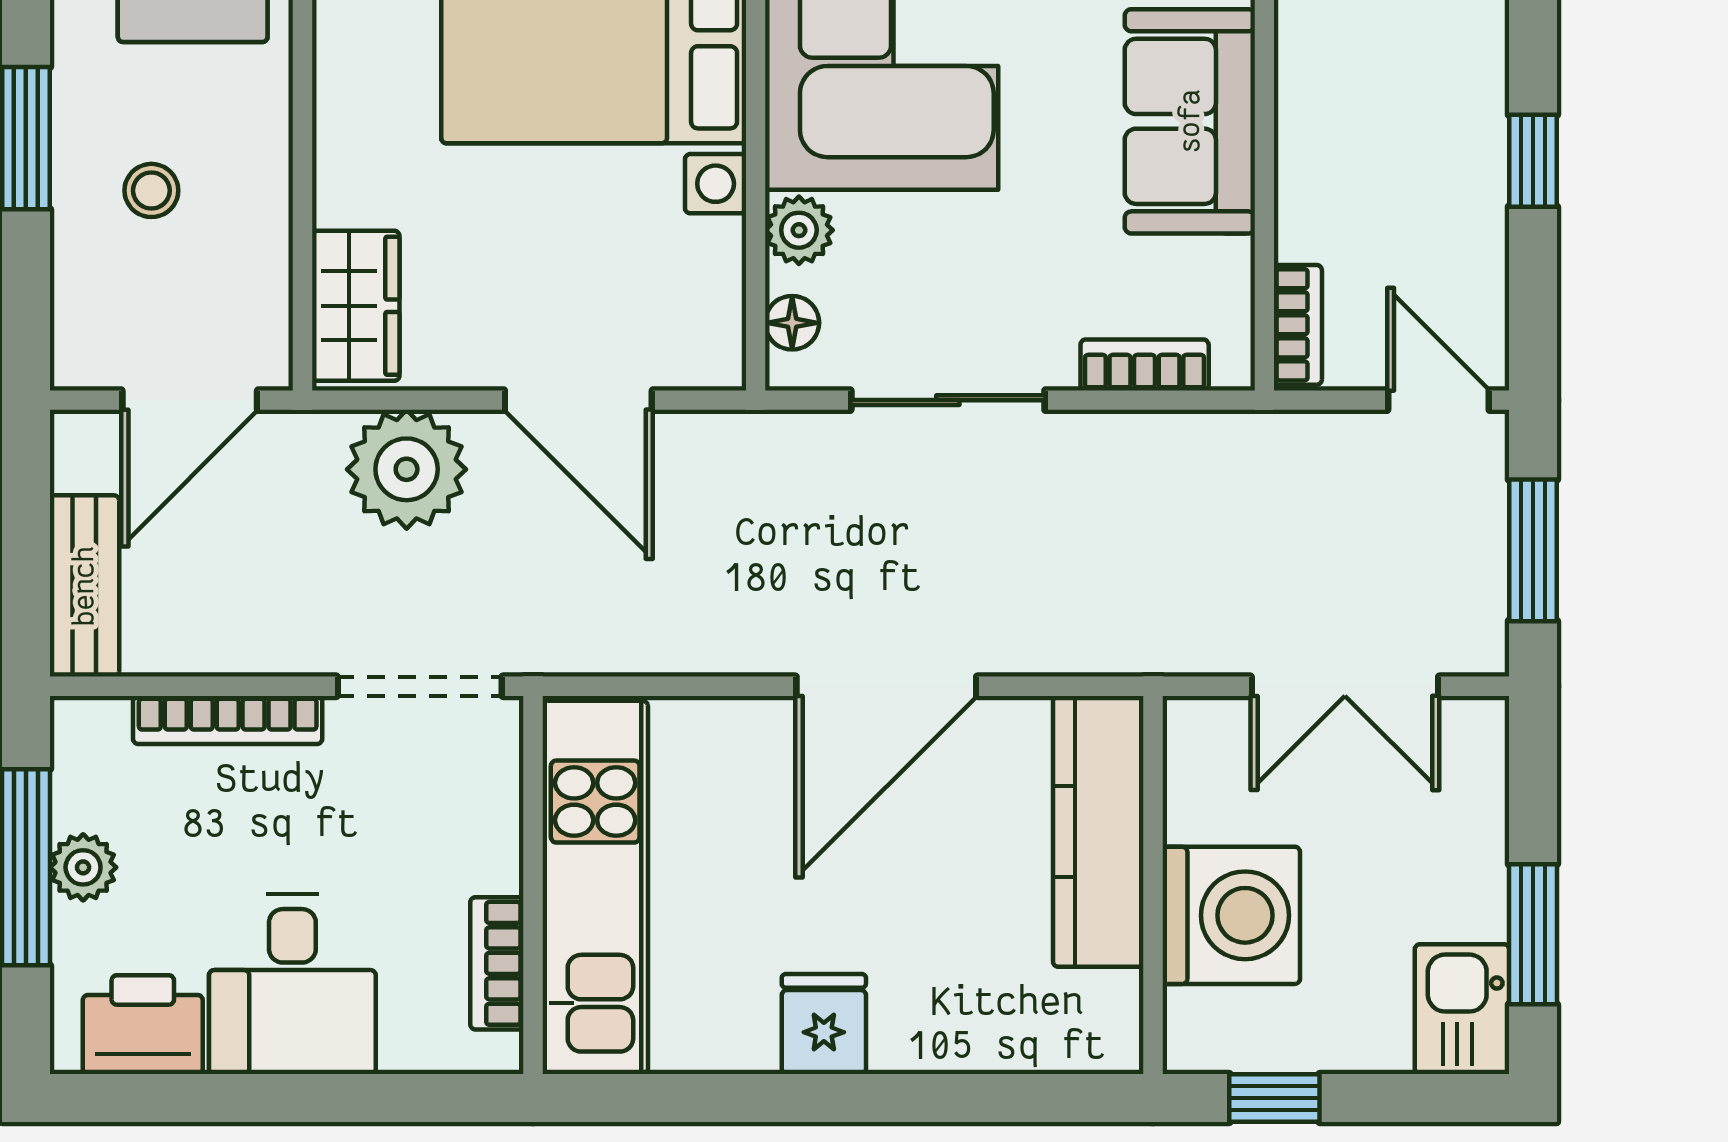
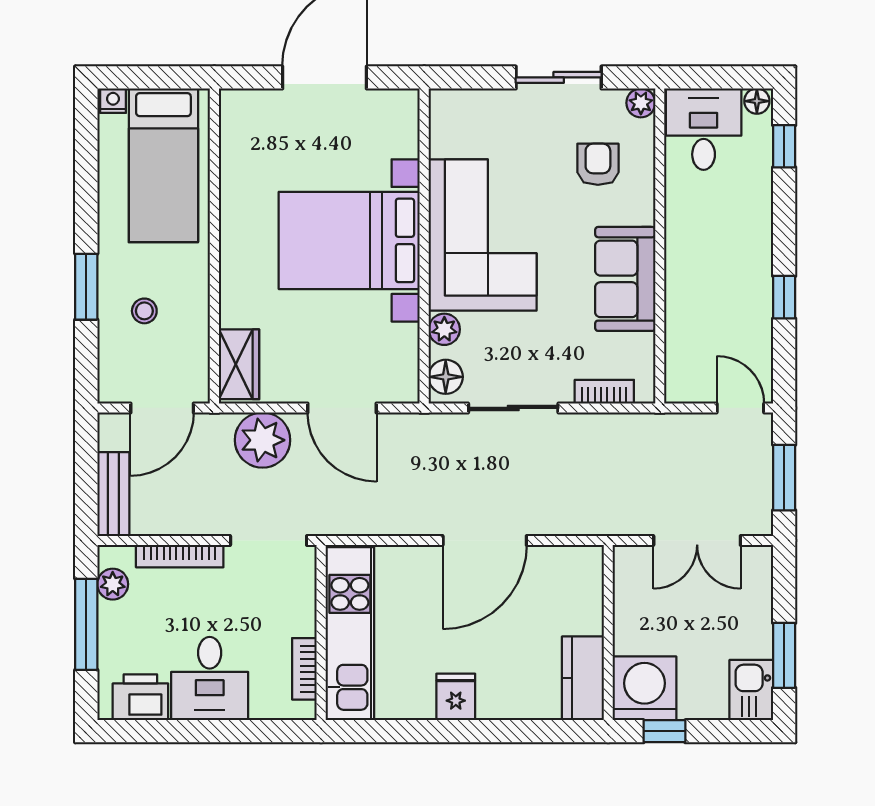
floor lamp: (792, 323) -> (446, 377), width x1.37, depth x1.37
bookcase: (1298, 325) -> (675, 373), removed
kitchen counter: (1098, 831) -> (583, 678), moved, width x0.67
plant: (83, 867) -> (113, 584), moved
washing machine: (1231, 915) -> (644, 688), moved, turned -90

